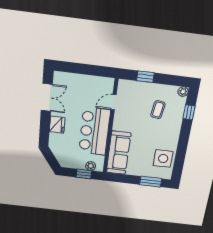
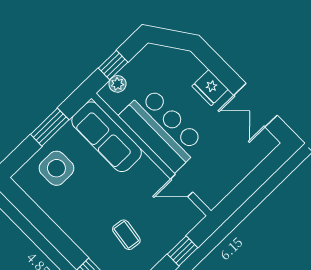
door: (114, 102) -> (182, 186), swing flipped
side table: (163, 159) -> (56, 168), moved
window: (151, 182) -> (50, 127), moved

